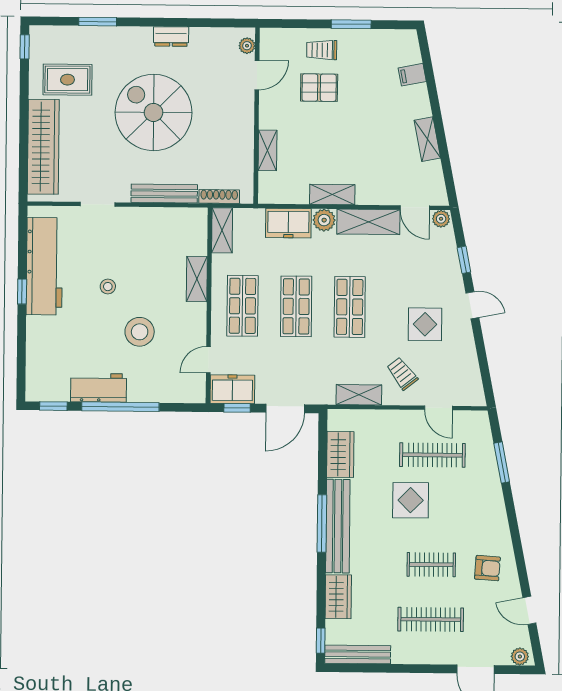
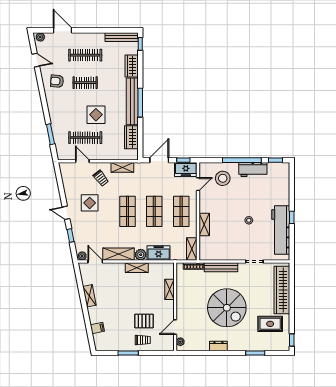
stool: (140, 332) -> (223, 178), moved

